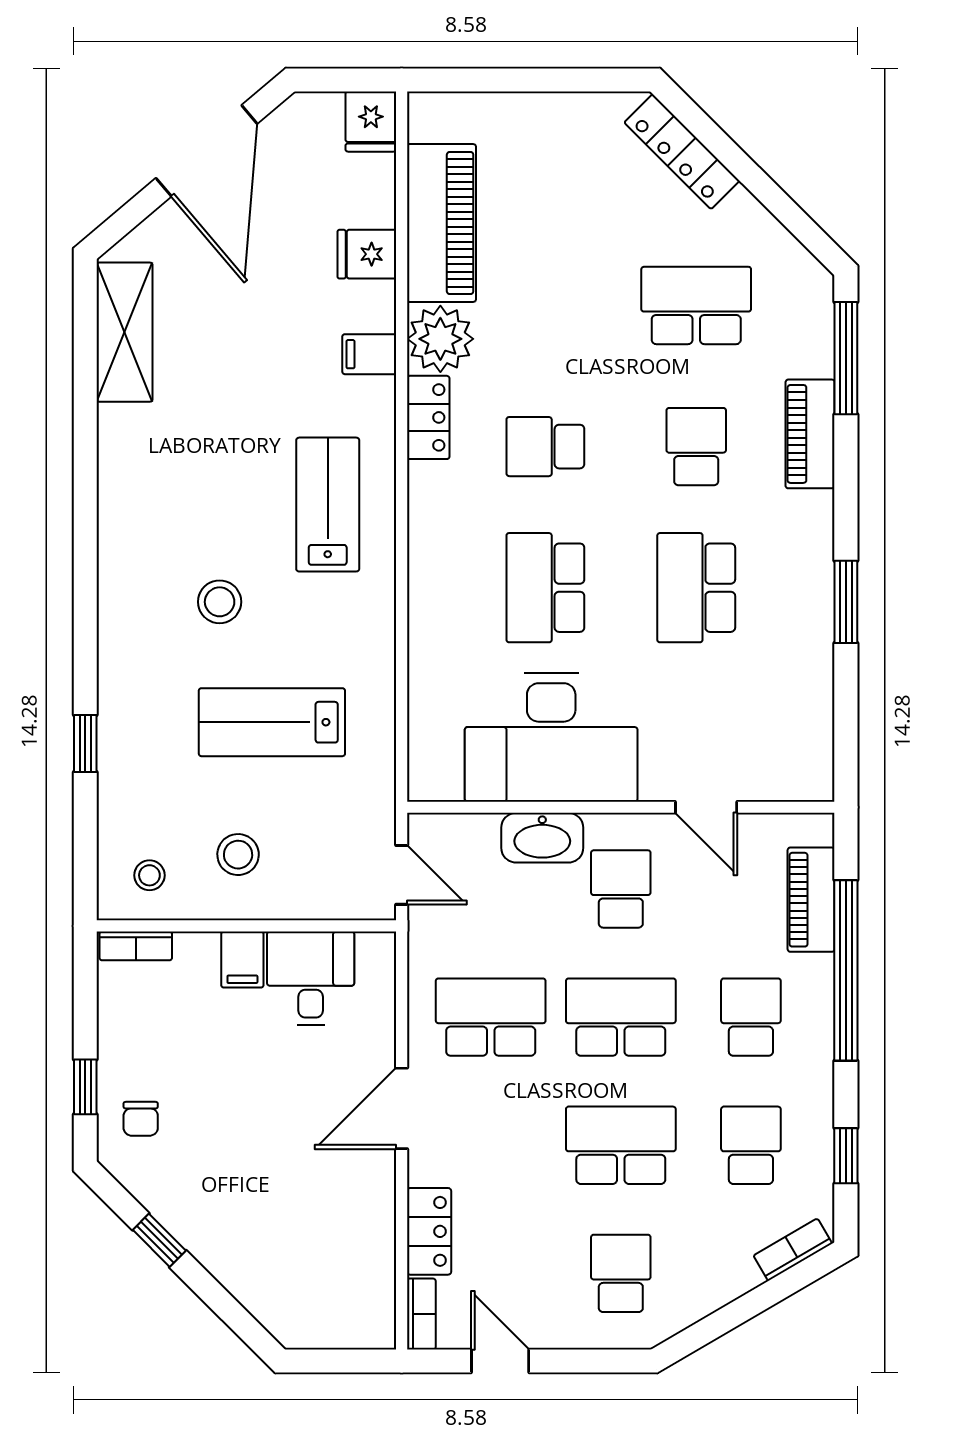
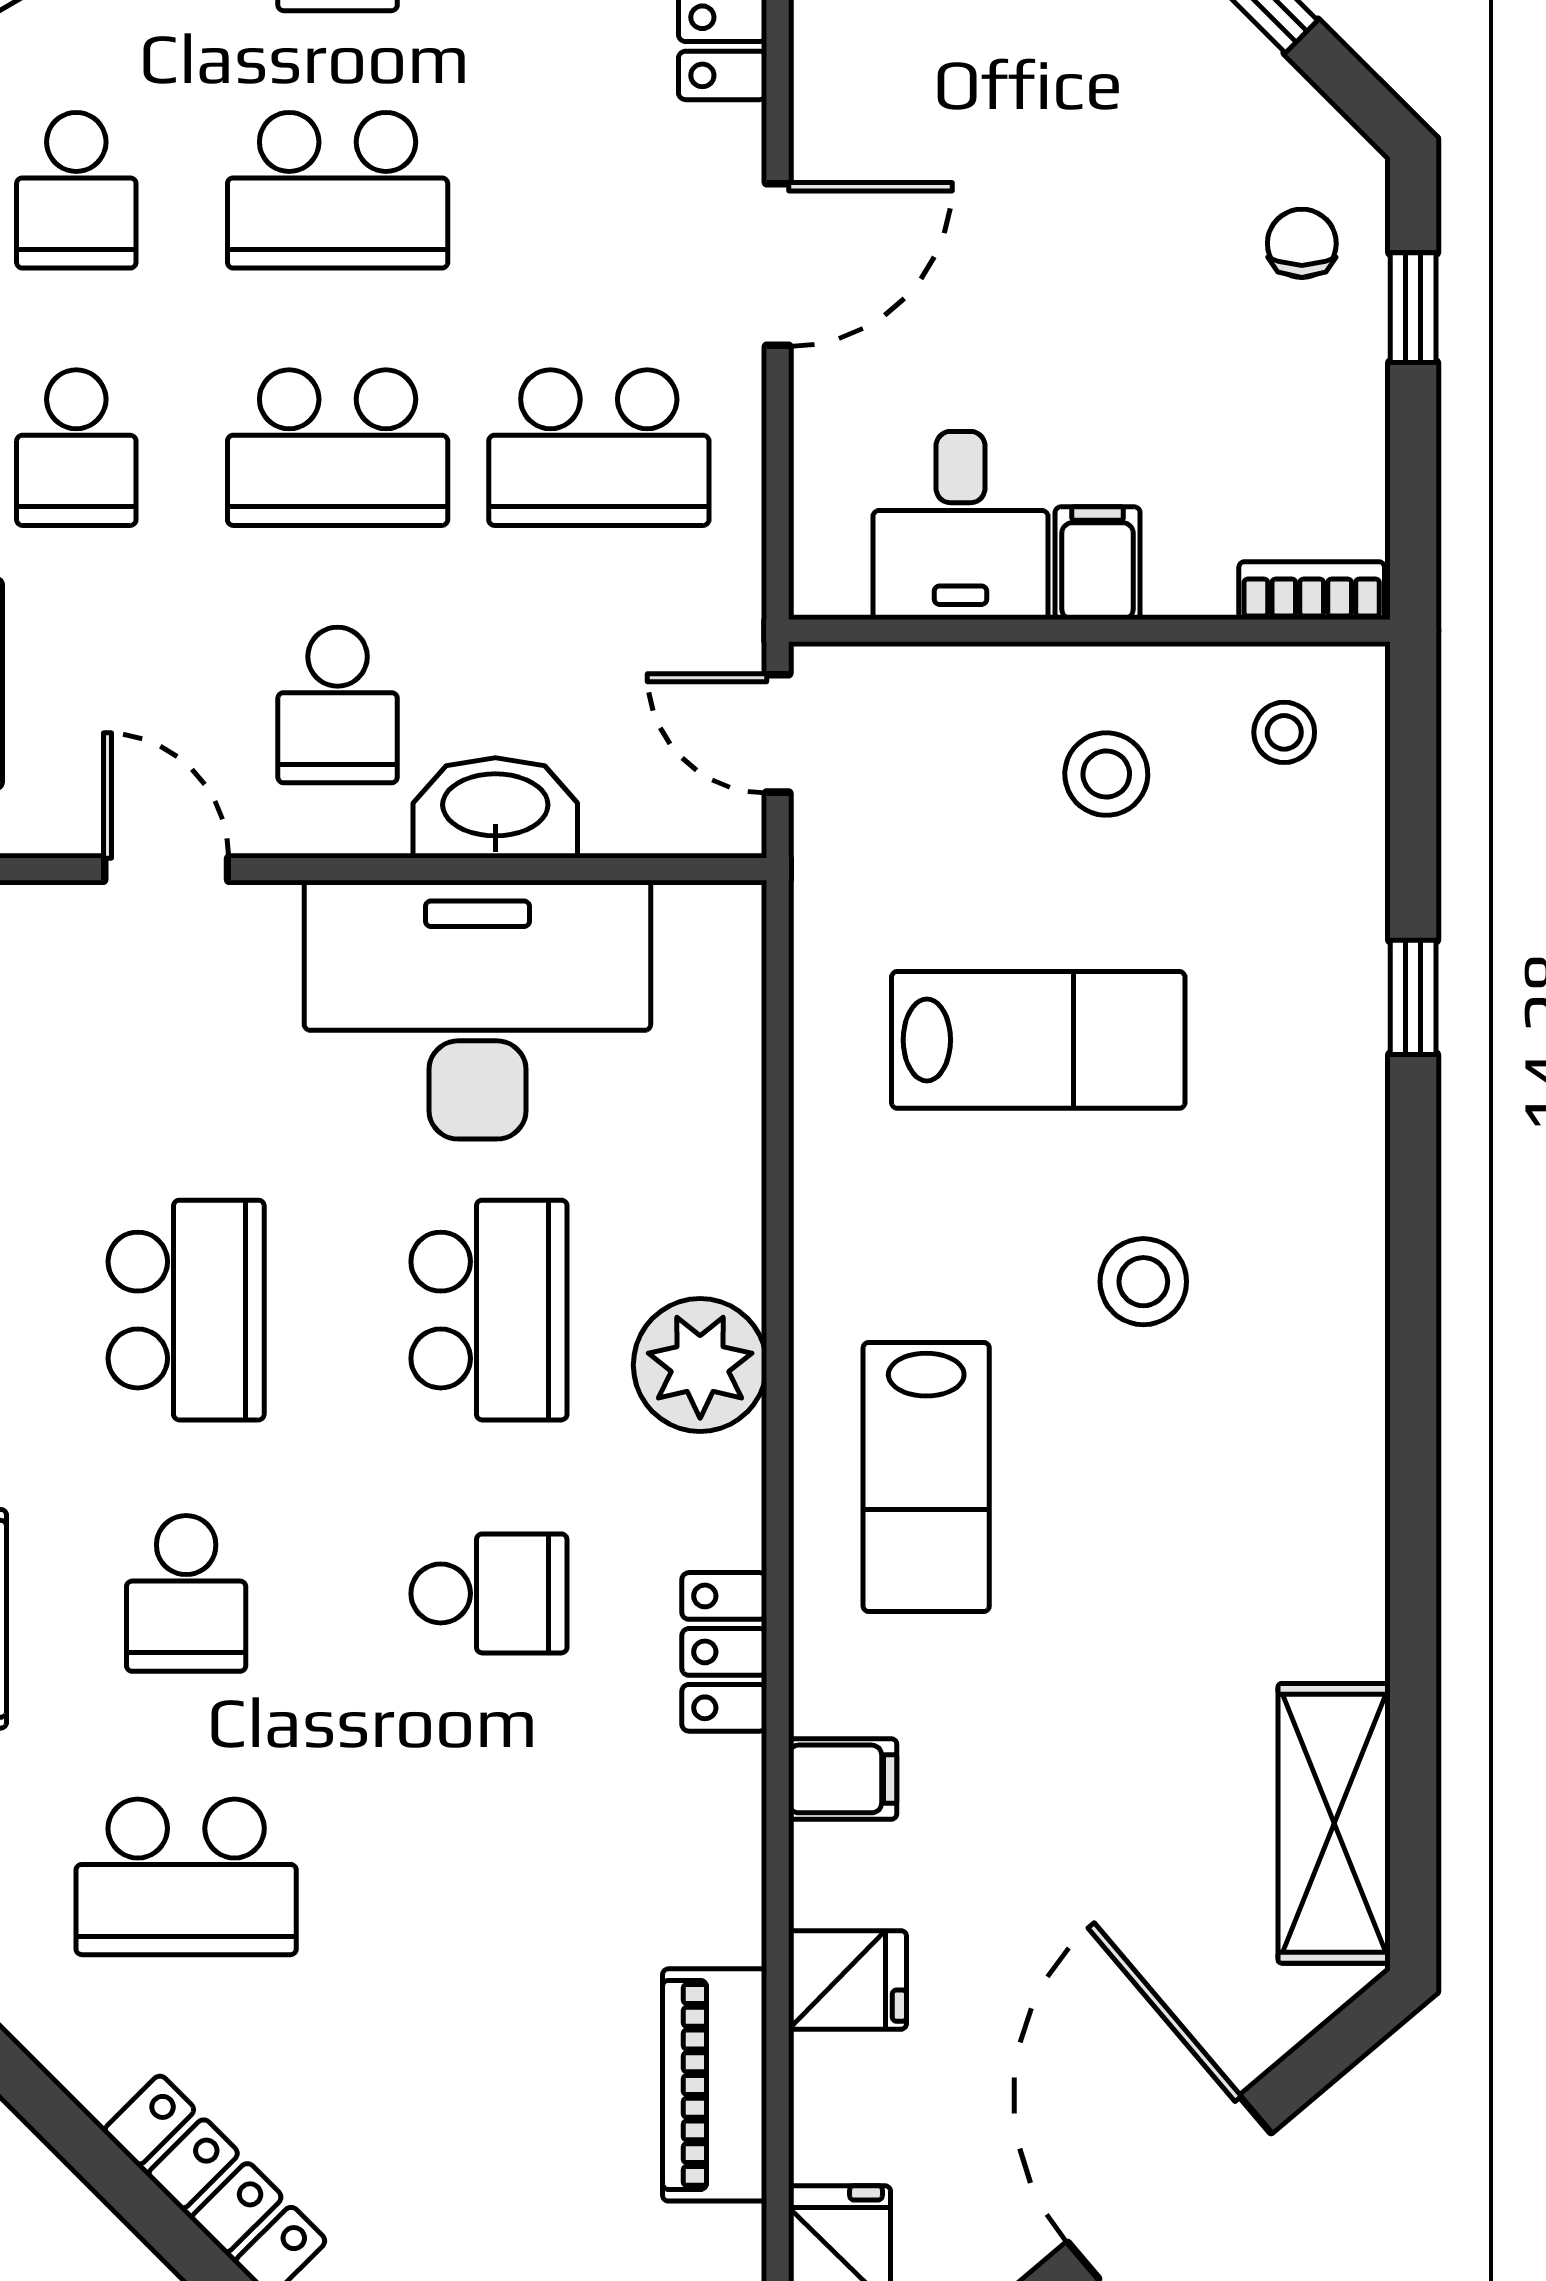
piano: (441, 223) -> (715, 2085), width x0.73, depth x0.75
plant: (440, 339) -> (700, 1365), moved

